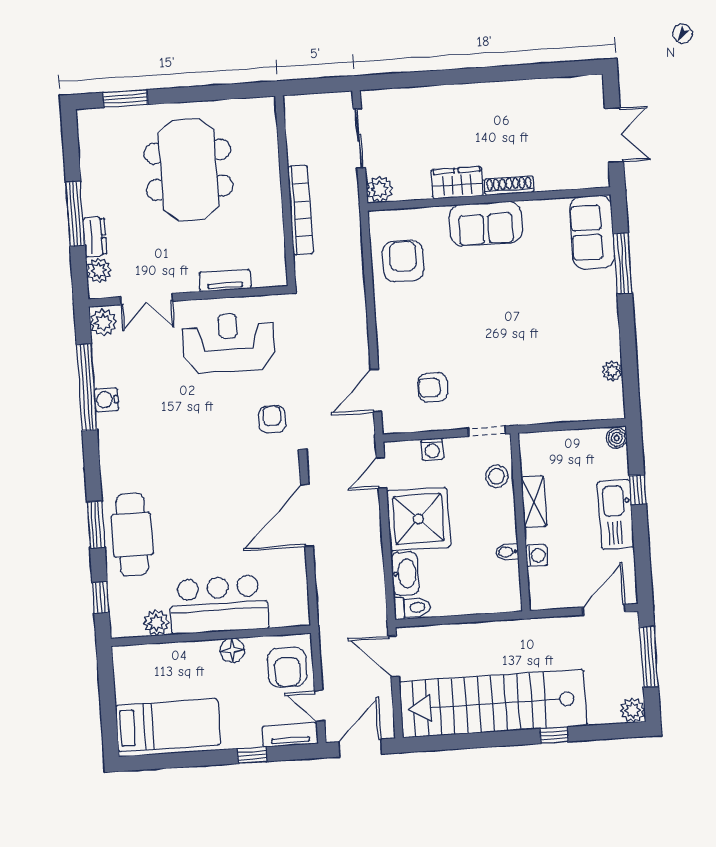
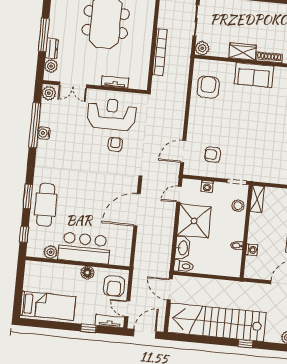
armchair: (272, 419) -> (115, 144), moved
shelving: (534, 502) -> (257, 199), moved

